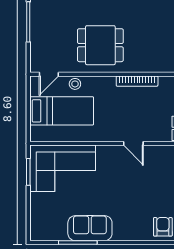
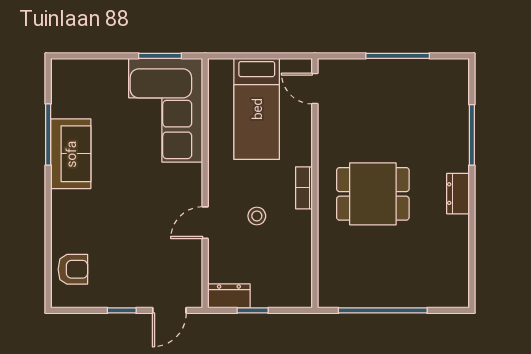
dining table: (100, 45) -> (373, 194), moved, turned 90
bookcase: (137, 81) -> (304, 188), moved, width x0.64
stool: (75, 84) -> (257, 216), moved

